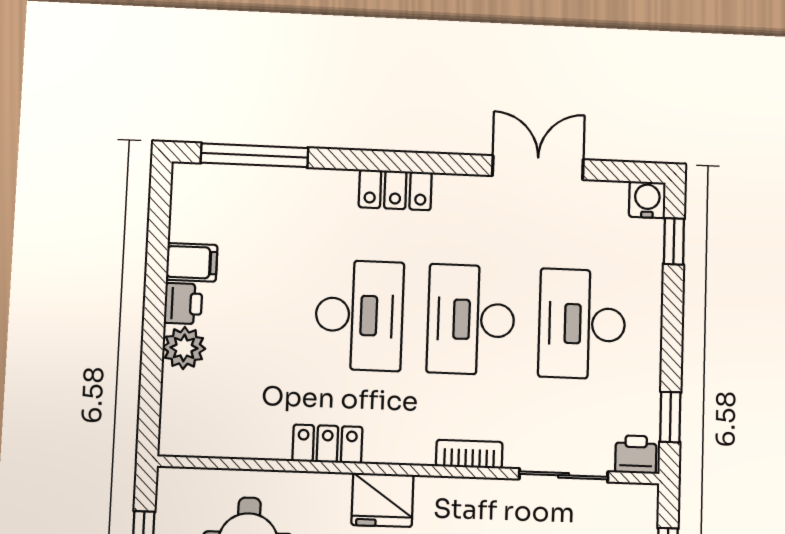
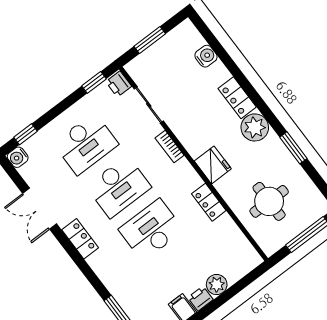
locker: (395, 190) -> (80, 239), moved

